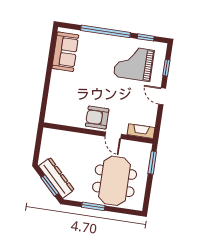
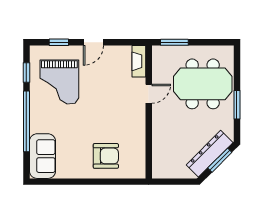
sofa: (65, 52) -> (42, 156), moved, turned 90
armchair: (97, 118) -> (106, 156), moved, turned -90

